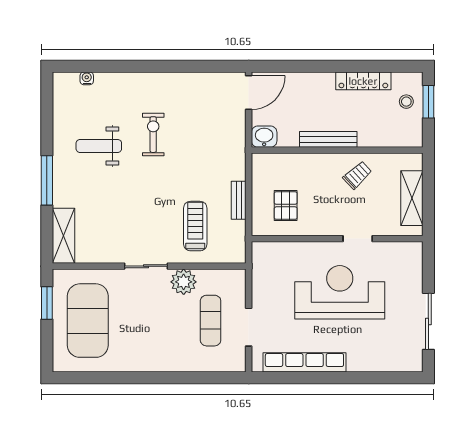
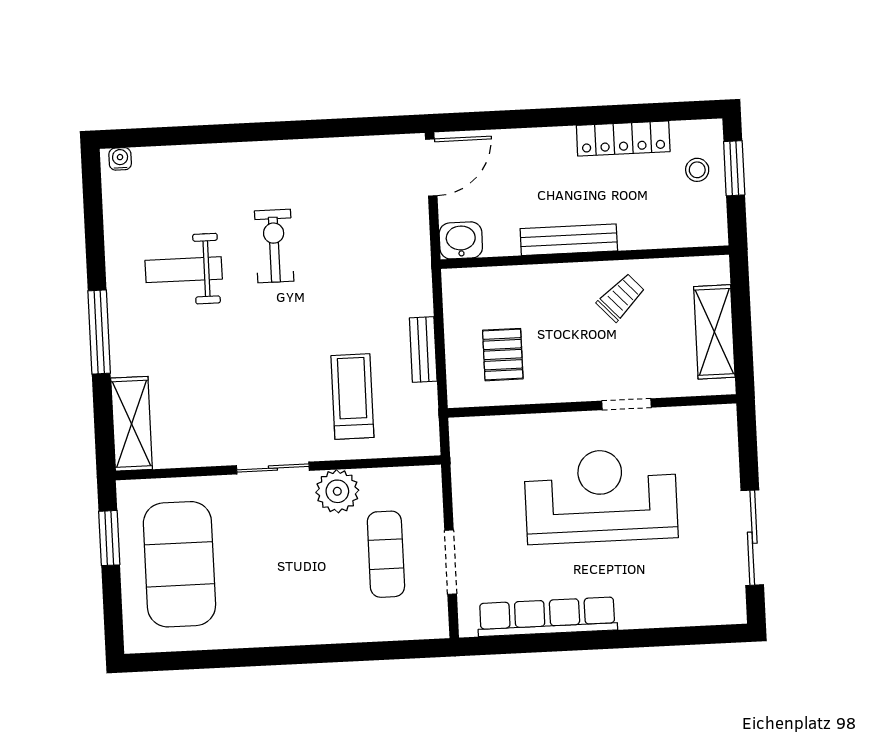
water cooler: (87, 78) -> (120, 159), moved

